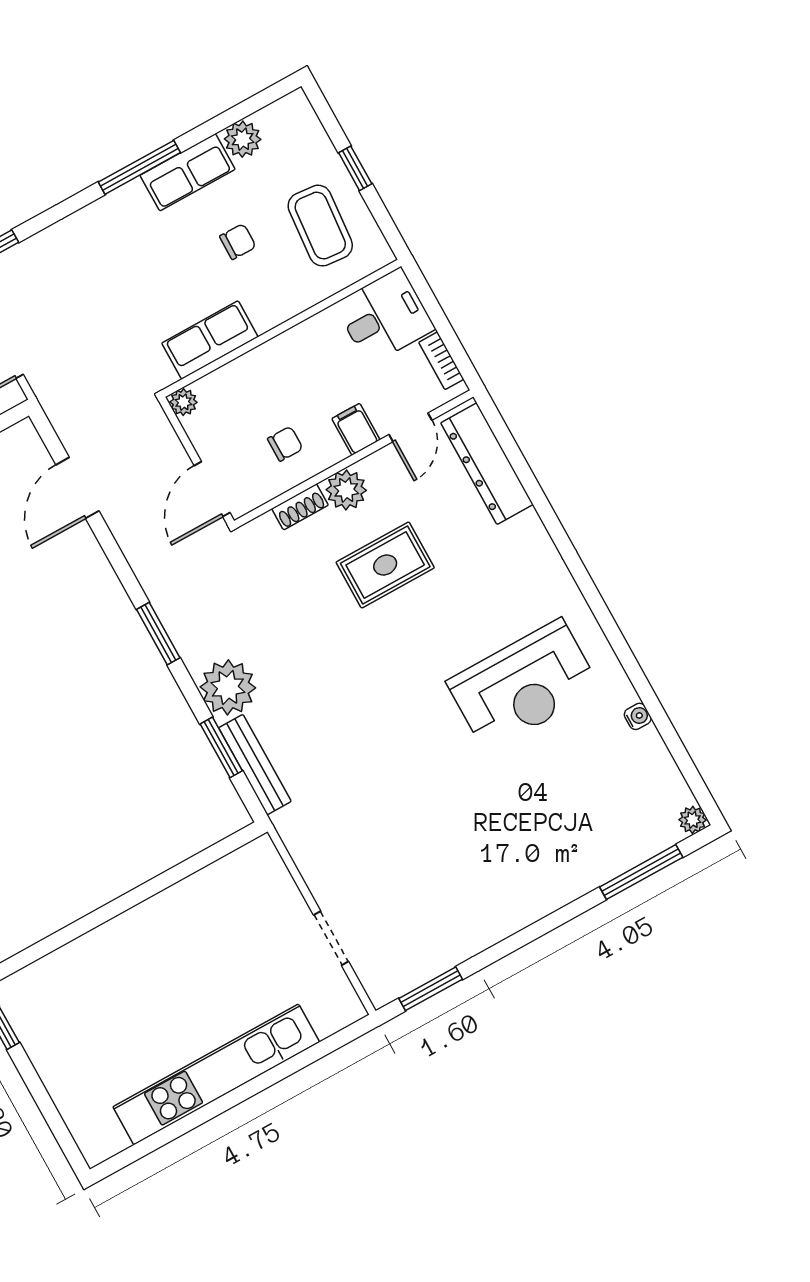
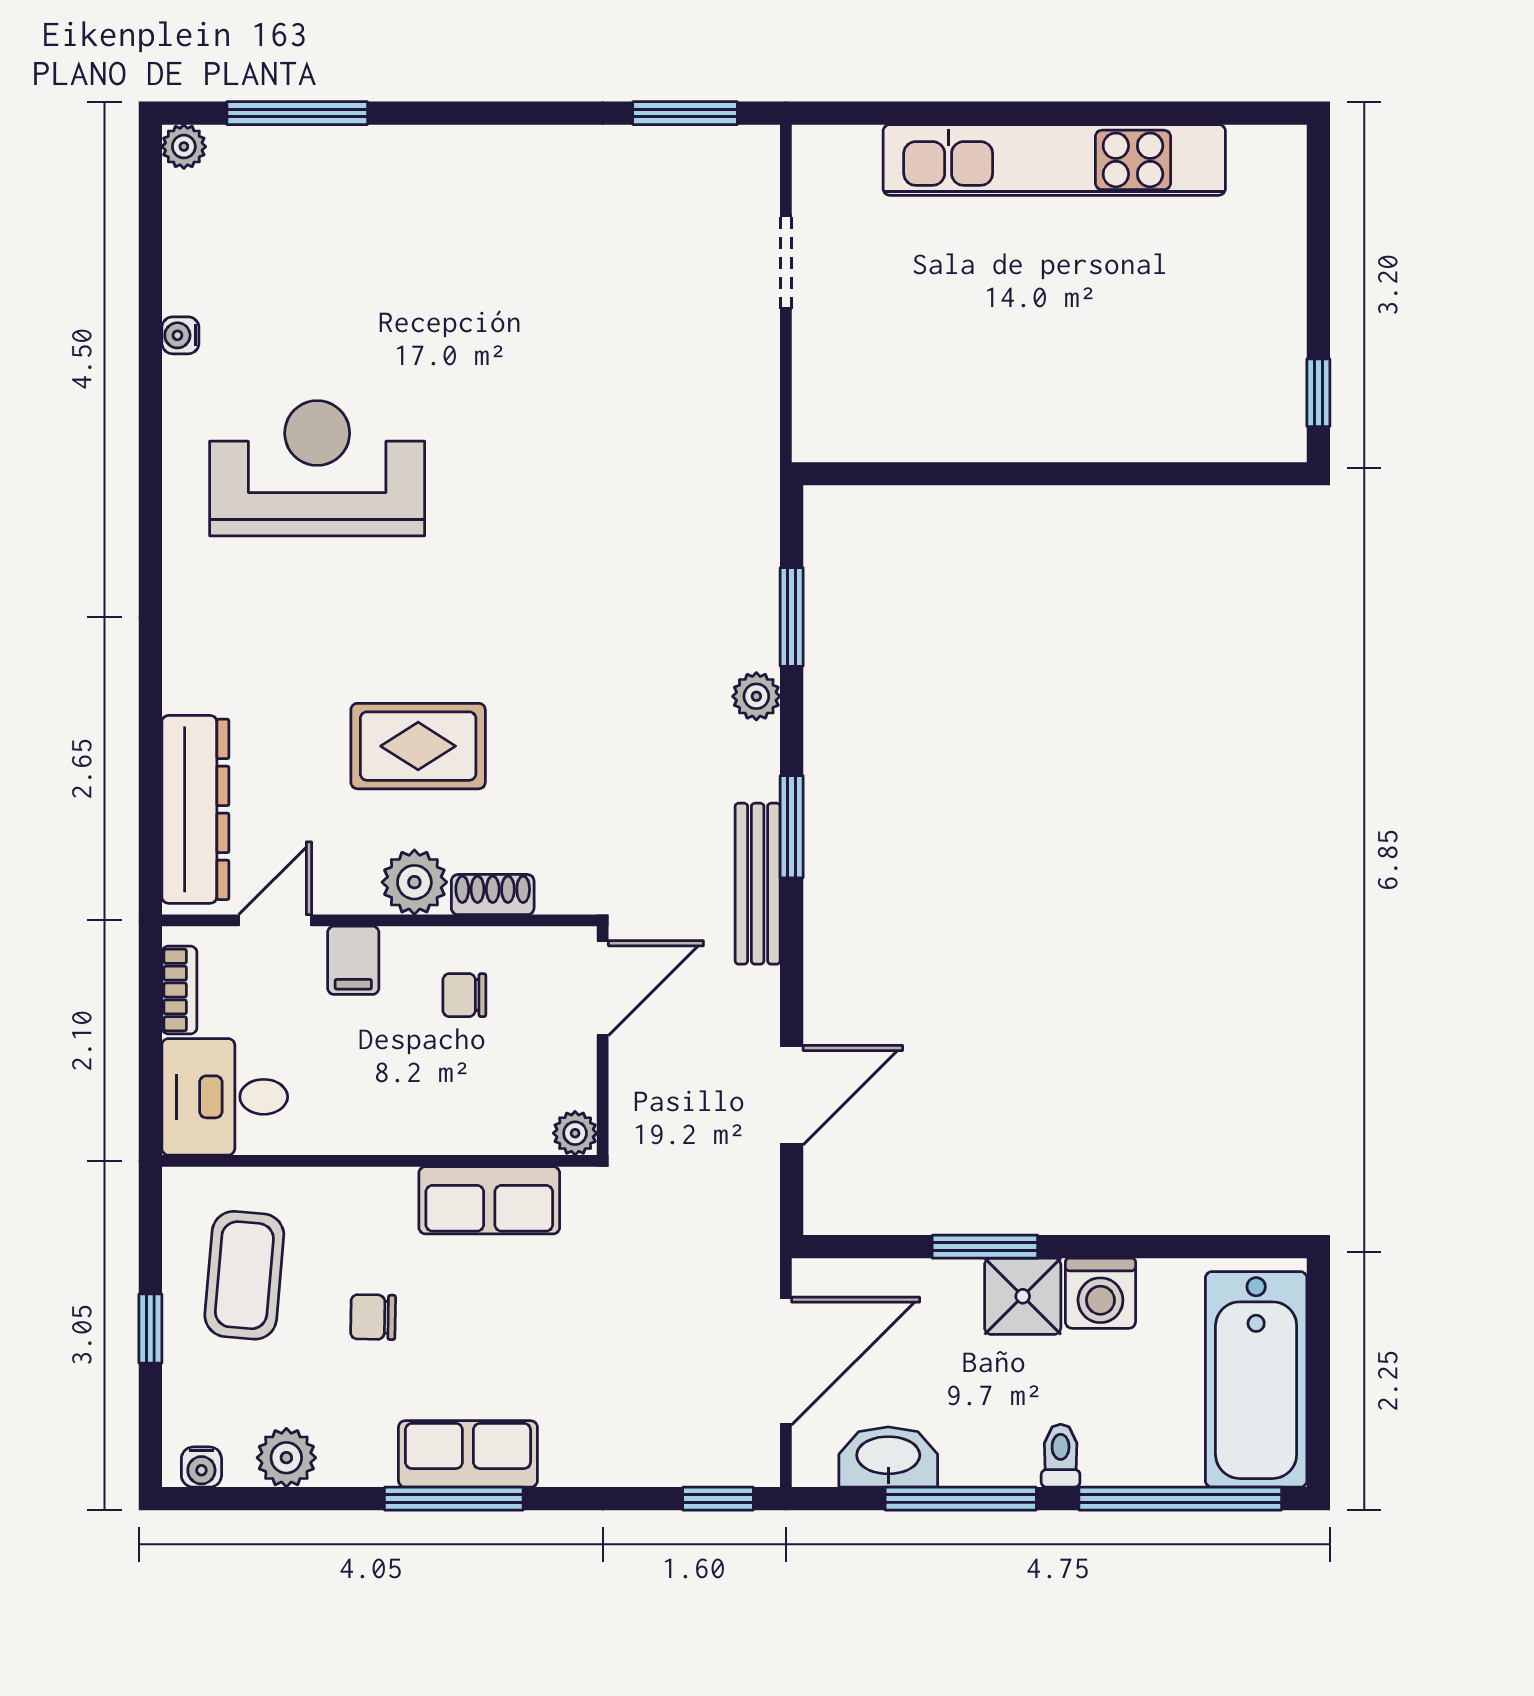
water cooler: (286, 109) -> (201, 1467), added
row of seats: (188, 172) -> (468, 1454), moved
plant: (228, 687) -> (756, 696), width x0.53, depth x0.53
bench: (255, 765) -> (758, 884), moved

